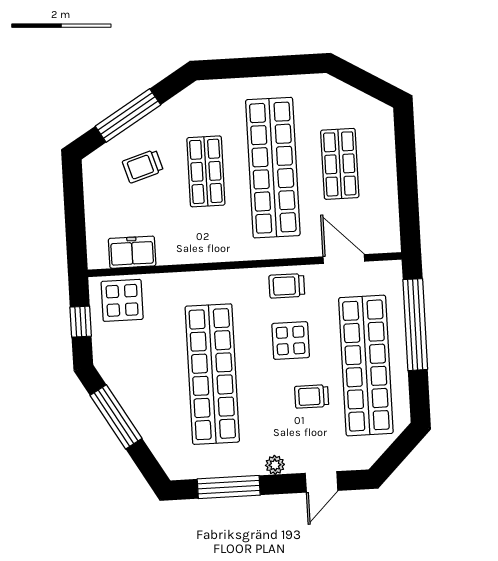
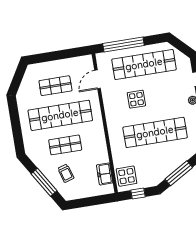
trolley: (287, 286) -> (112, 104), removed
trolley: (312, 396) -> (160, 87), removed

